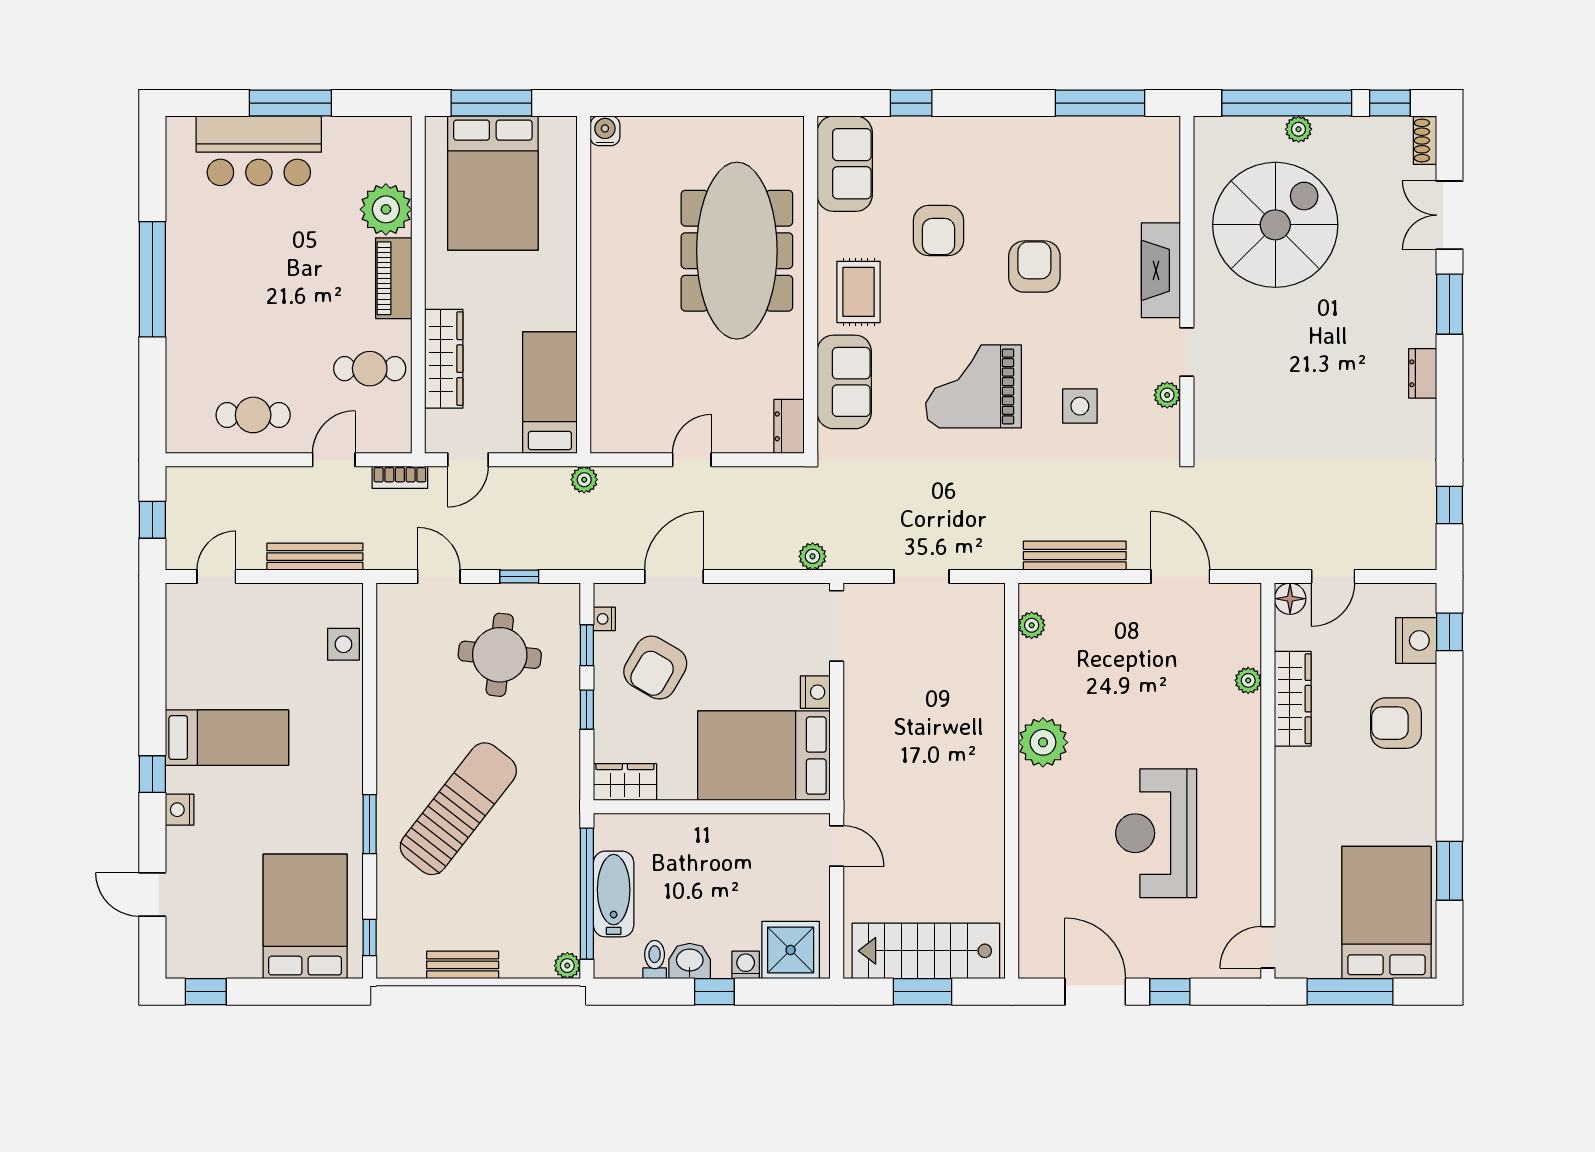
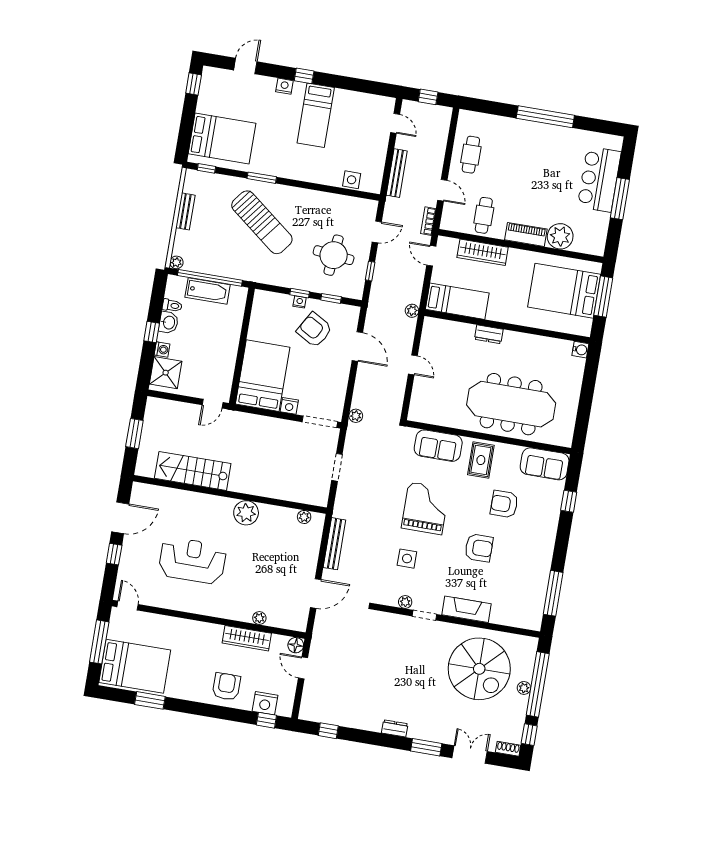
rug: (859, 292) -> (481, 460), turned 90
dresser: (789, 426) -> (489, 334), moved, turned 180
nightstand: (604, 619) -> (300, 302), moved
wardrobe: (625, 782) -> (261, 306), removed
stairs: (926, 951) -> (193, 471), moved, turned -90

